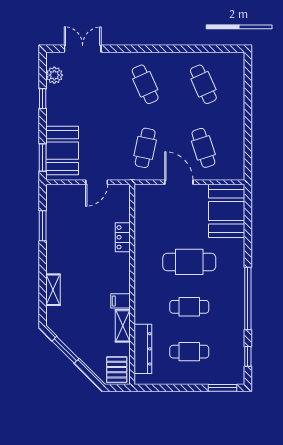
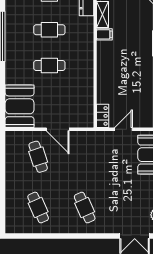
cafe table: (145, 148) -> (85, 157), removed
locker: (123, 237) -> (103, 116), moved
cafe table: (189, 262) -> (49, 66), width x0.73, depth x0.74

